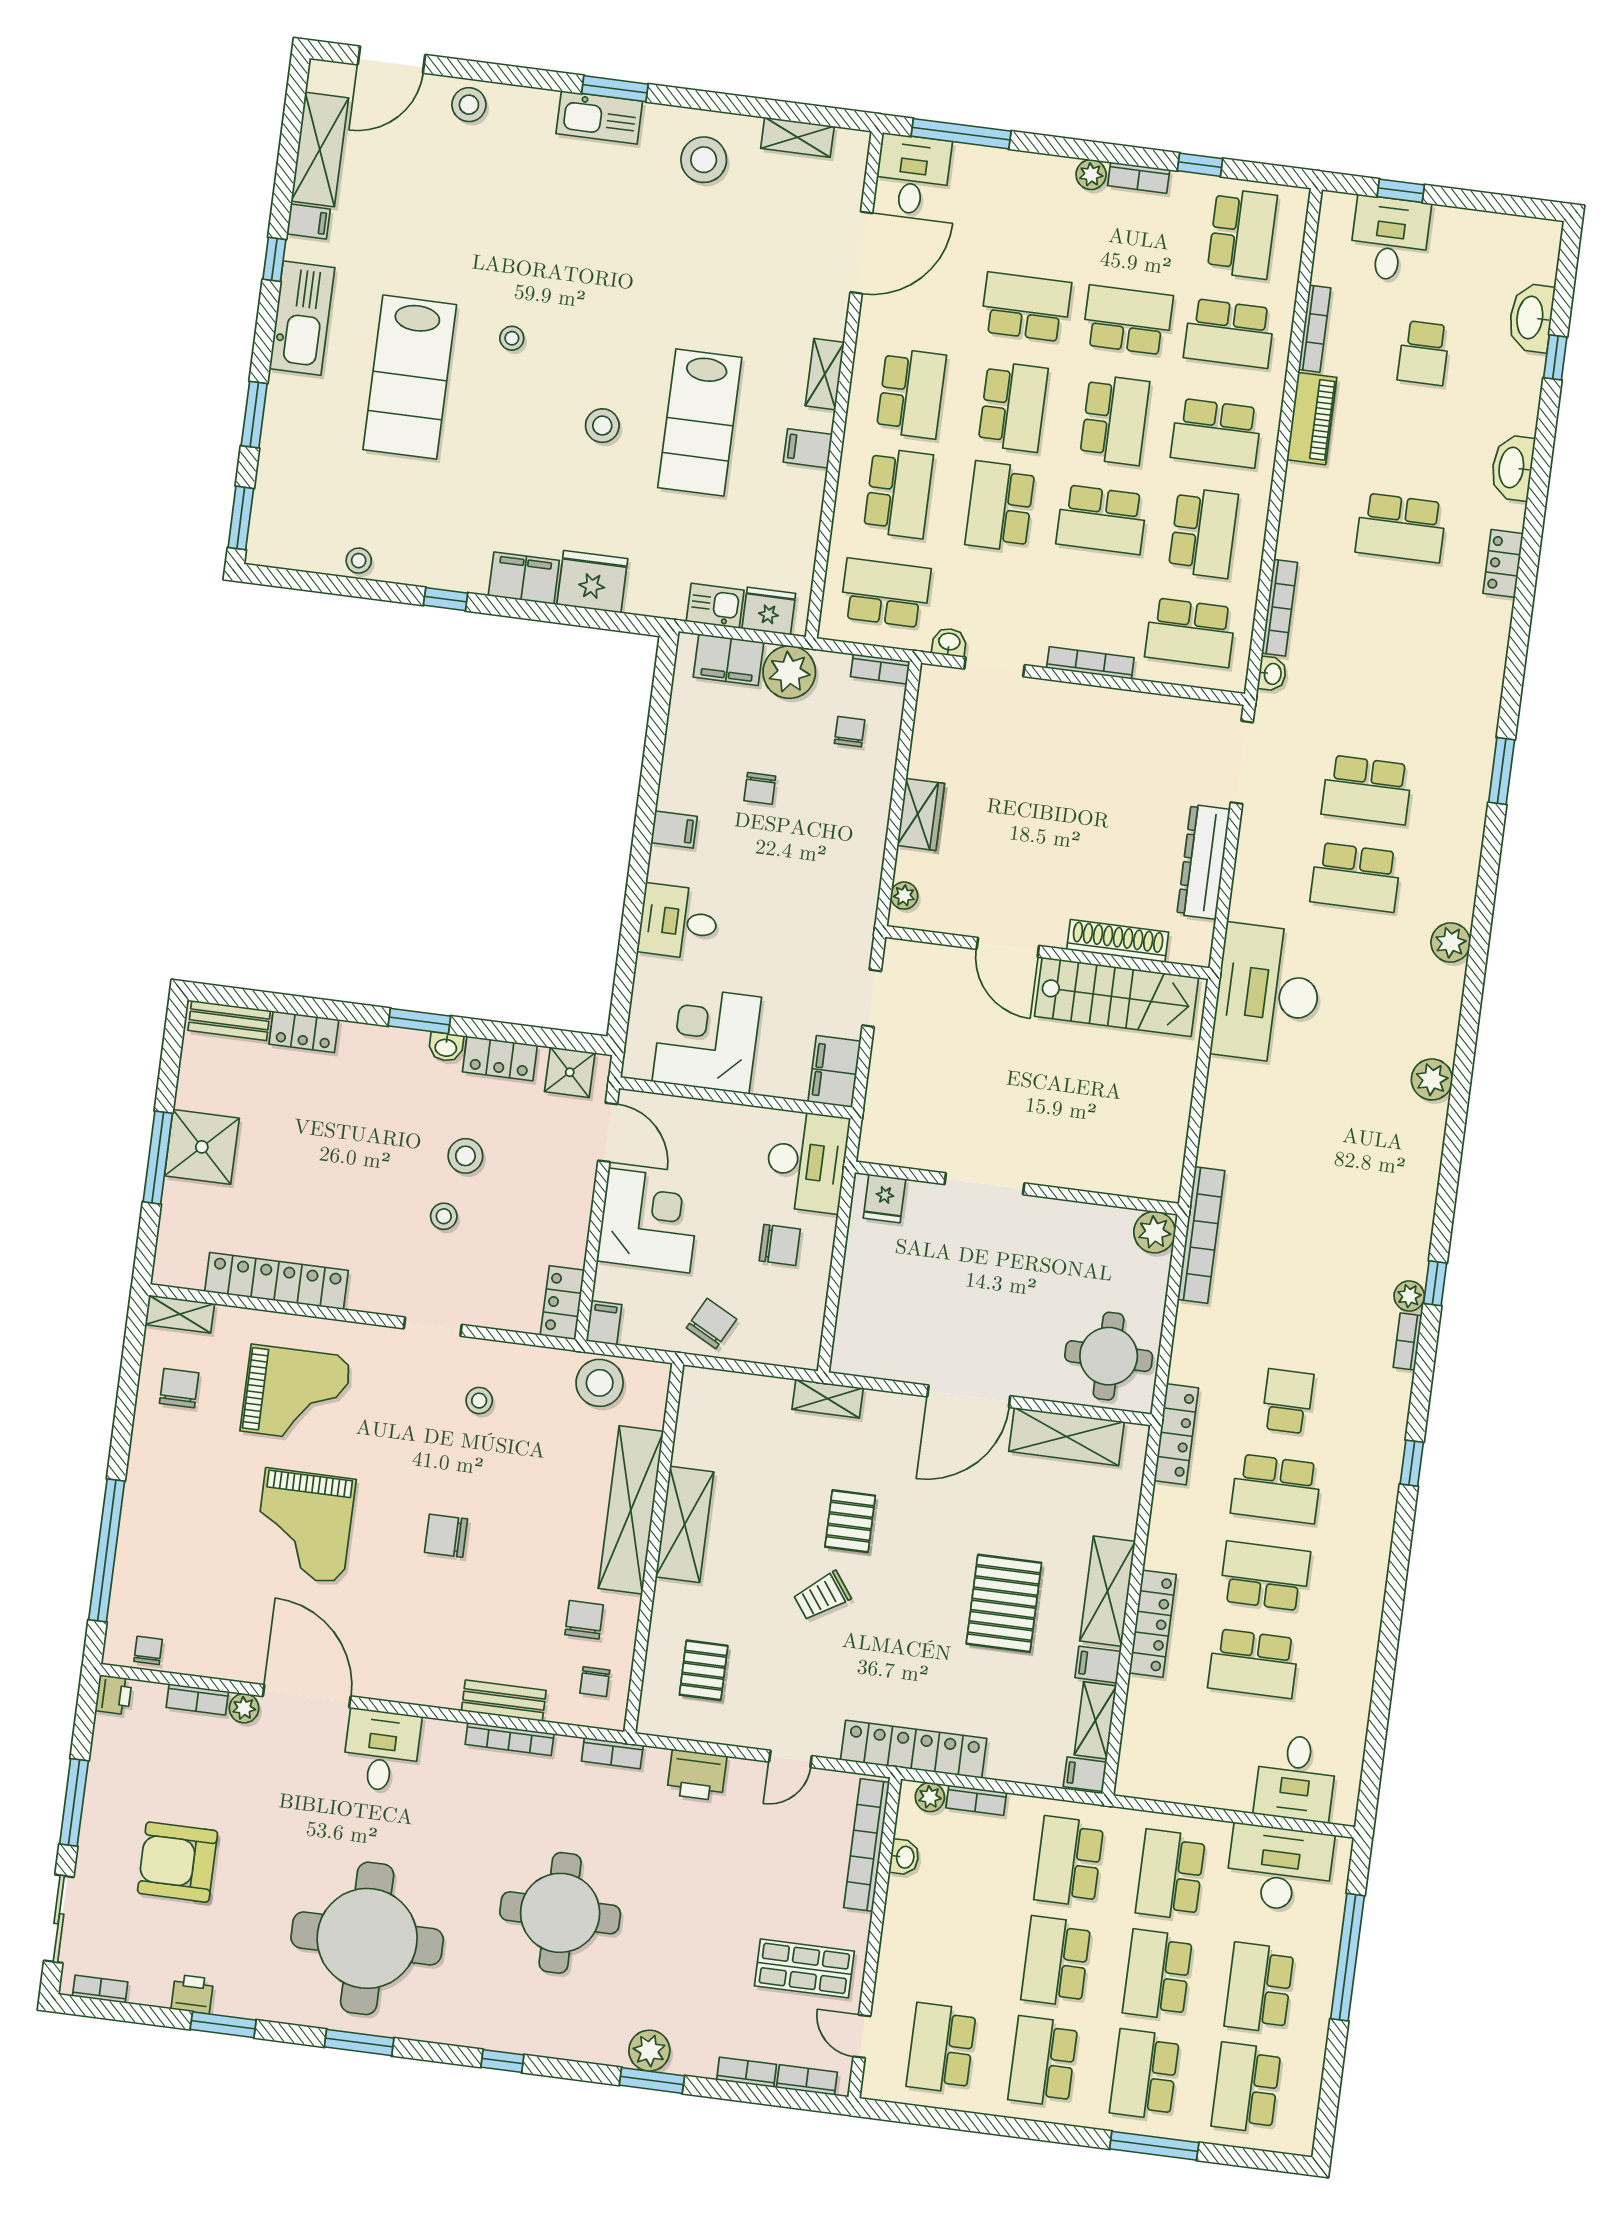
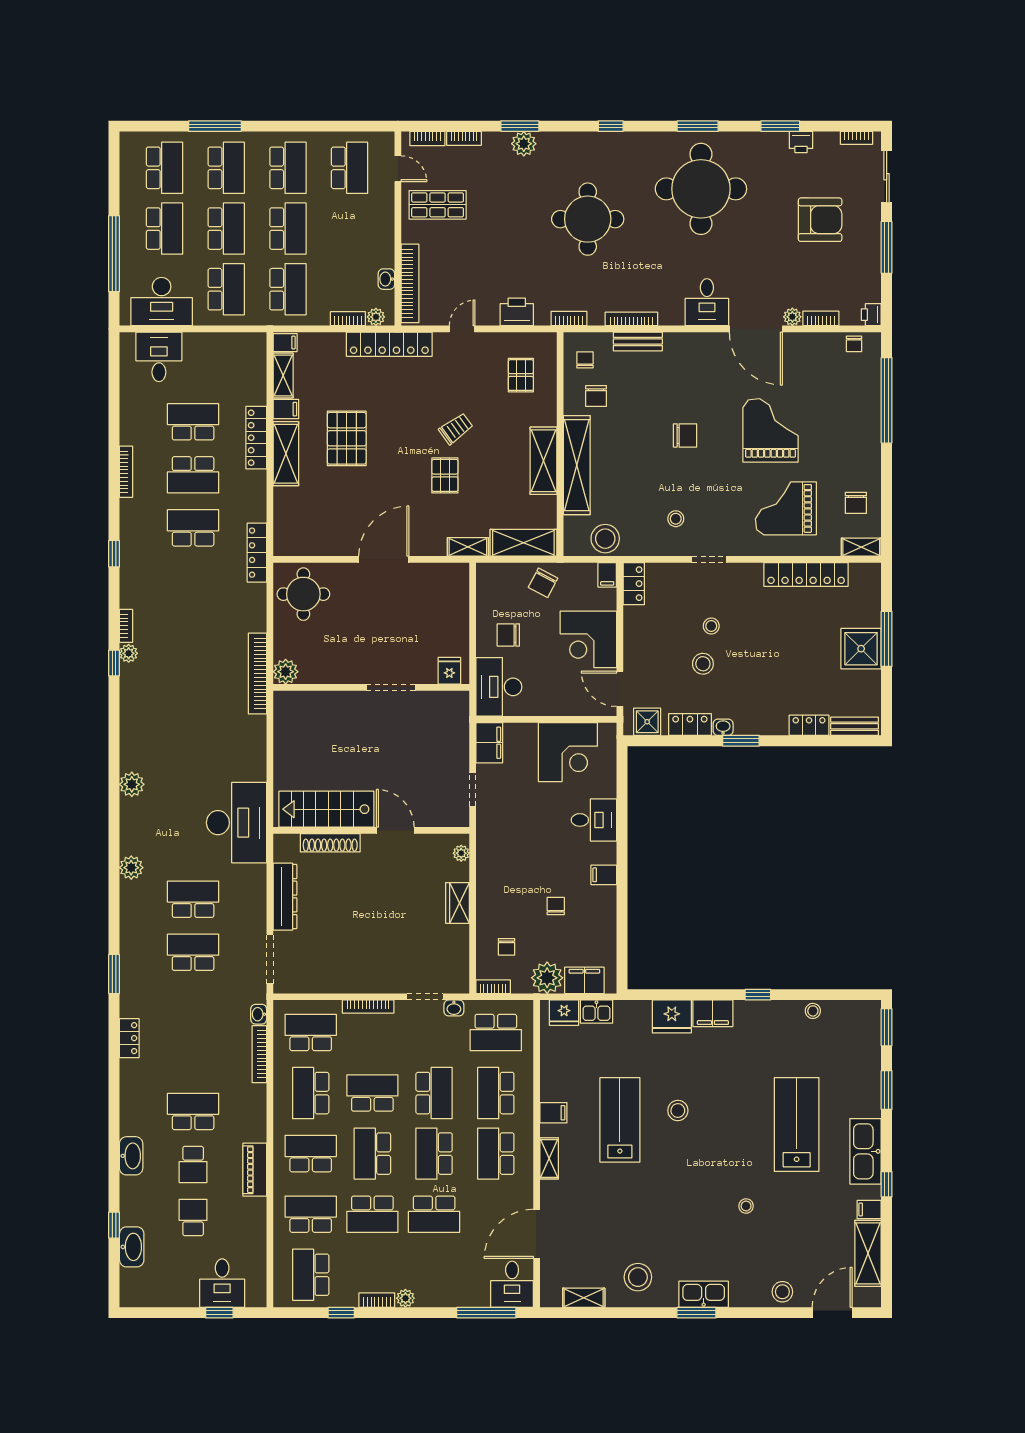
bookcase: (1315, 329) -> (126, 472), moved, turned 180
stool: (512, 338) -> (746, 1206), moved
locker: (1503, 563) -> (129, 1038), moved
school desk: (1287, 1401) -> (193, 1164), moved
shelving: (1067, 1437) -> (523, 543), moved

